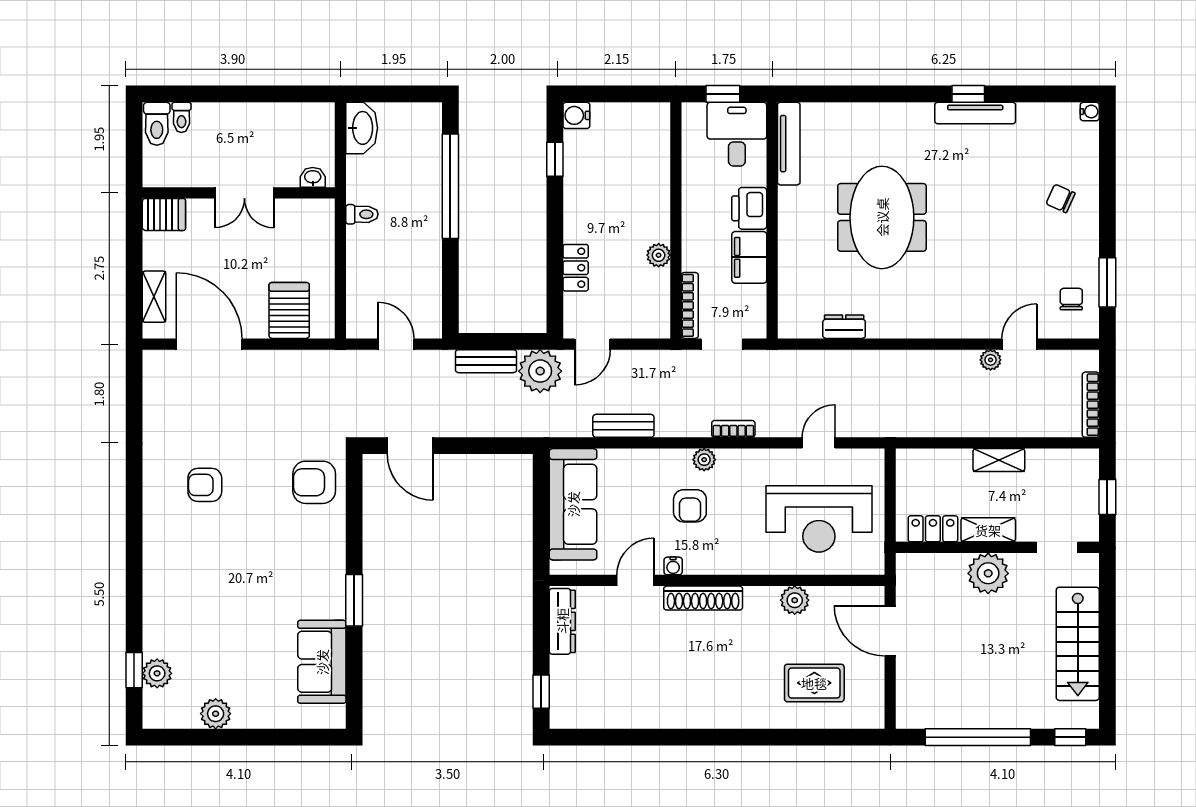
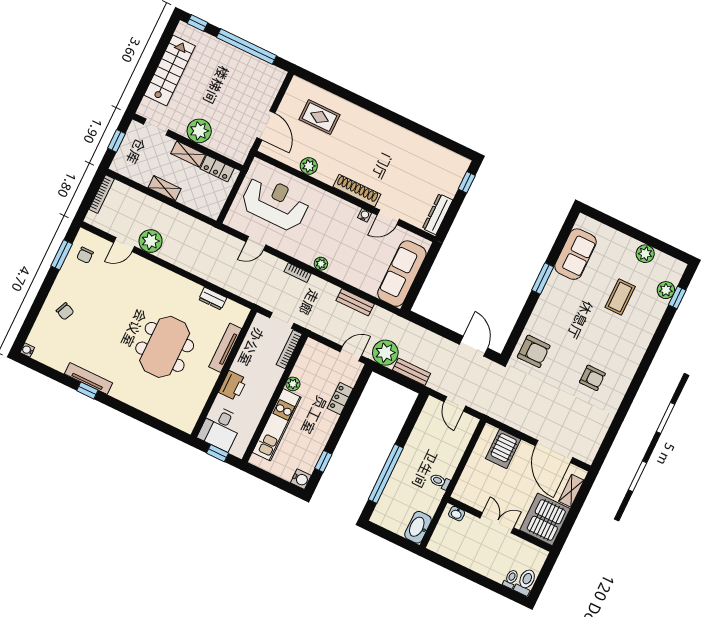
tv unit: (789, 144) -> (225, 348), moved
kitchen unit: (653, 181) -> (277, 425), added
server rack: (164, 214) -> (545, 519), width x2.18, depth x1.44
filing cabinet: (749, 257) -> (245, 360), removed
plant: (991, 360) -> (151, 241), width x1.87, depth x1.87
armchair: (690, 506) -> (340, 243), removed
coffee table: (222, 629) -> (620, 297), added

